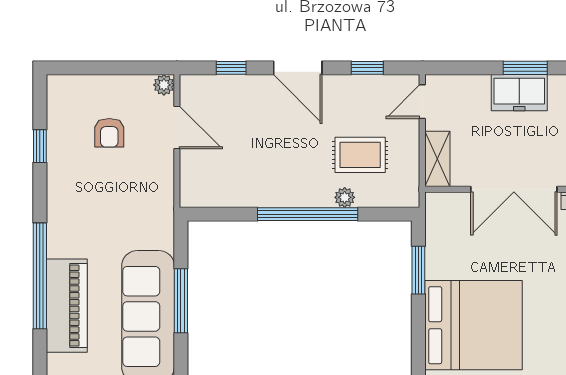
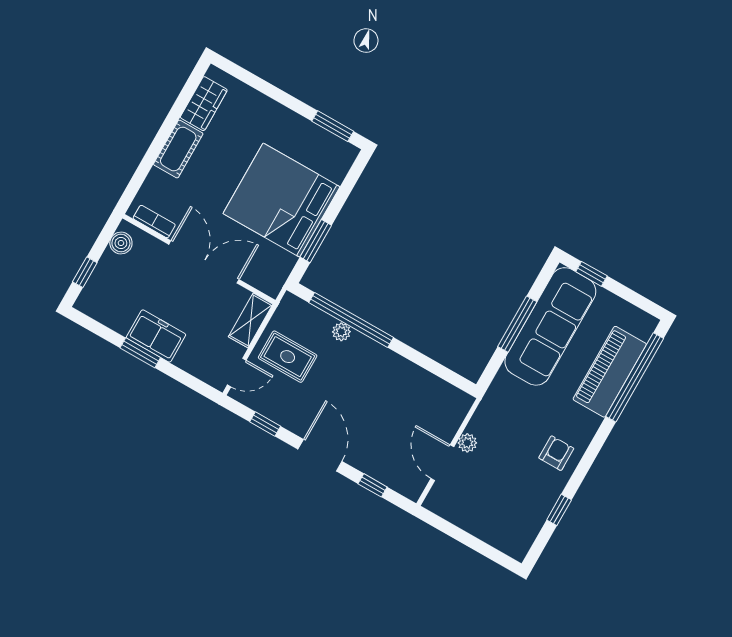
plant: (164, 85) -> (467, 443), moved
armchair: (109, 133) -> (556, 453), moved
rug: (360, 155) -> (288, 357), moved
window: (308, 214) -> (351, 320), moved
window: (40, 276) -> (635, 377), moved
bed: (474, 325) -> (281, 200), moved

